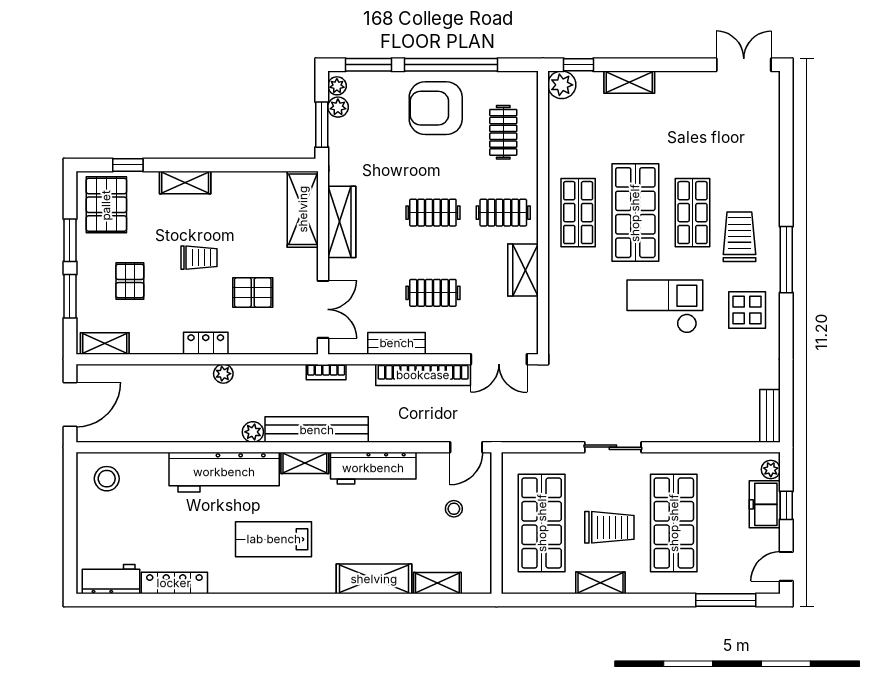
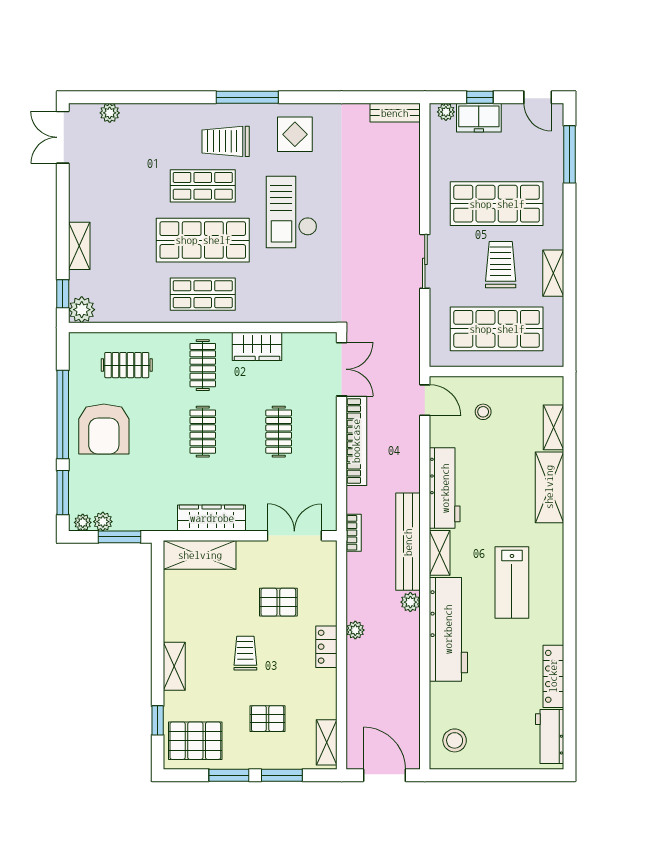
plant: (770, 114) -> (110, 113), added
pallet: (253, 292) -> (278, 602), turned 90
bench: (397, 343) -> (327, 466), removed

